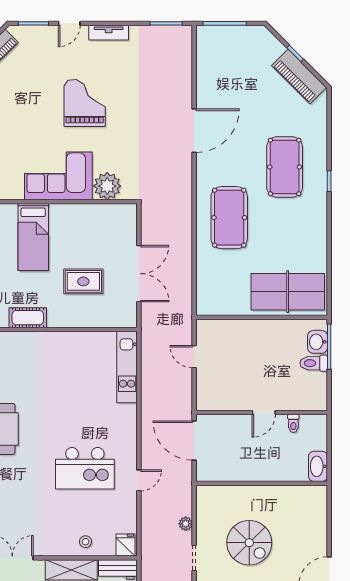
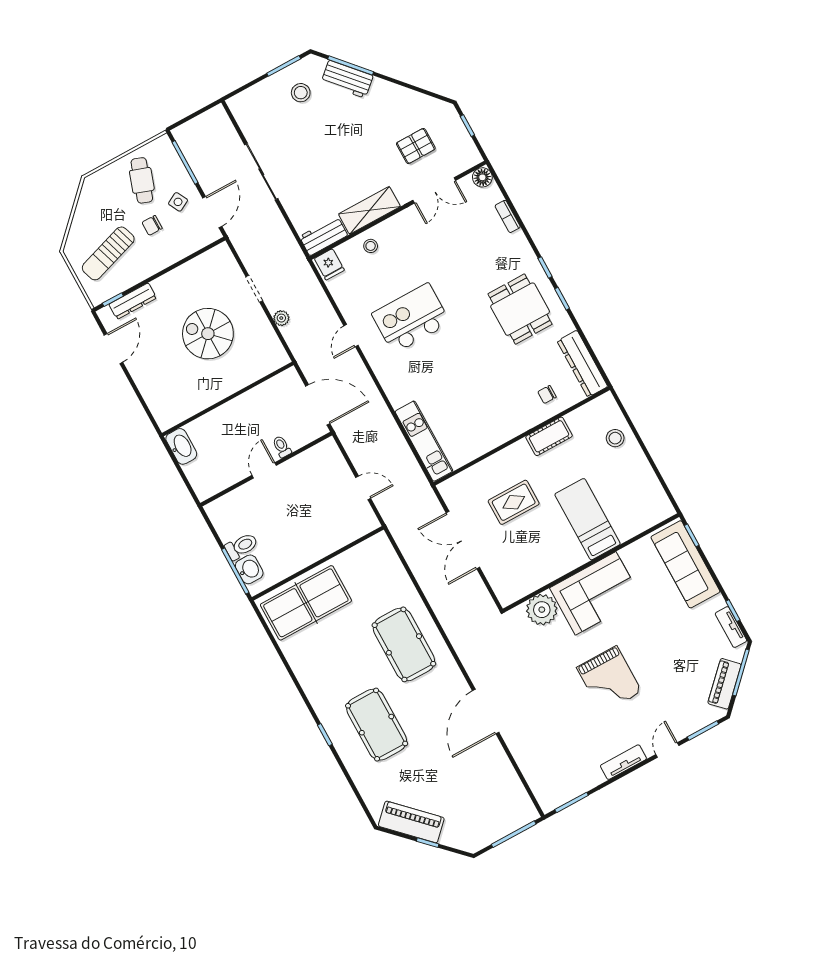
chair: (12, 351) -> (547, 394), added
toilet: (293, 423) -> (282, 447), moved

